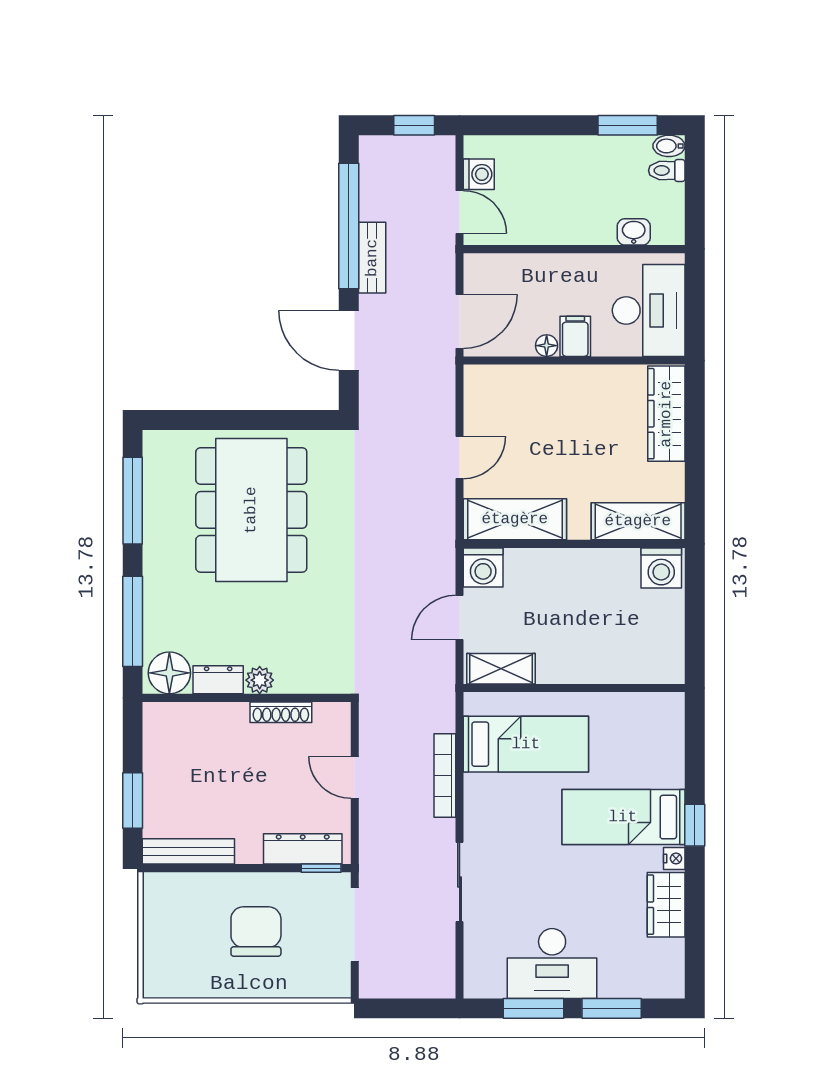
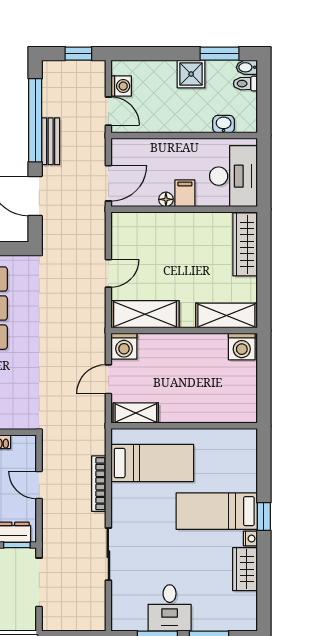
shower: (585, 156) -> (191, 74), added
desk: (552, 963) -> (170, 608), width x0.73

